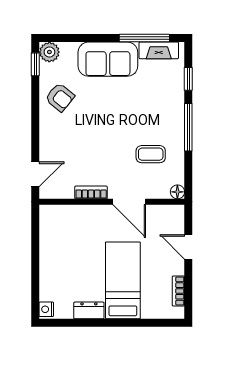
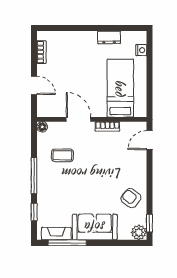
bed: (123, 280) -> (120, 88), moved, turned 180
nightstand: (46, 309) -> (141, 50), moved

